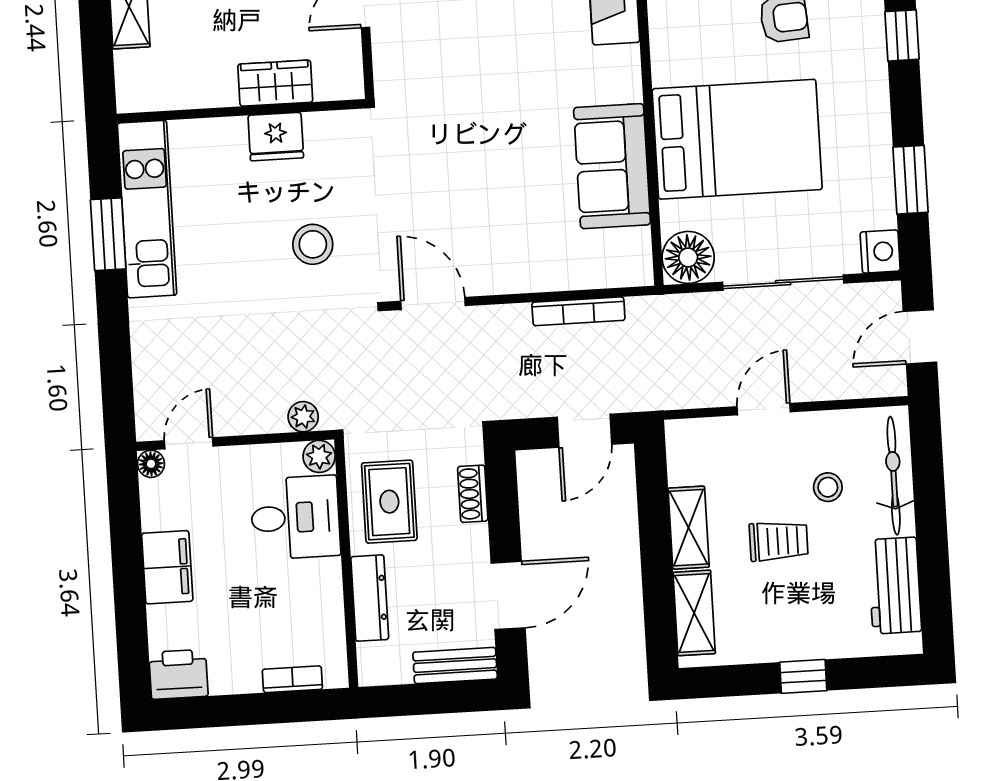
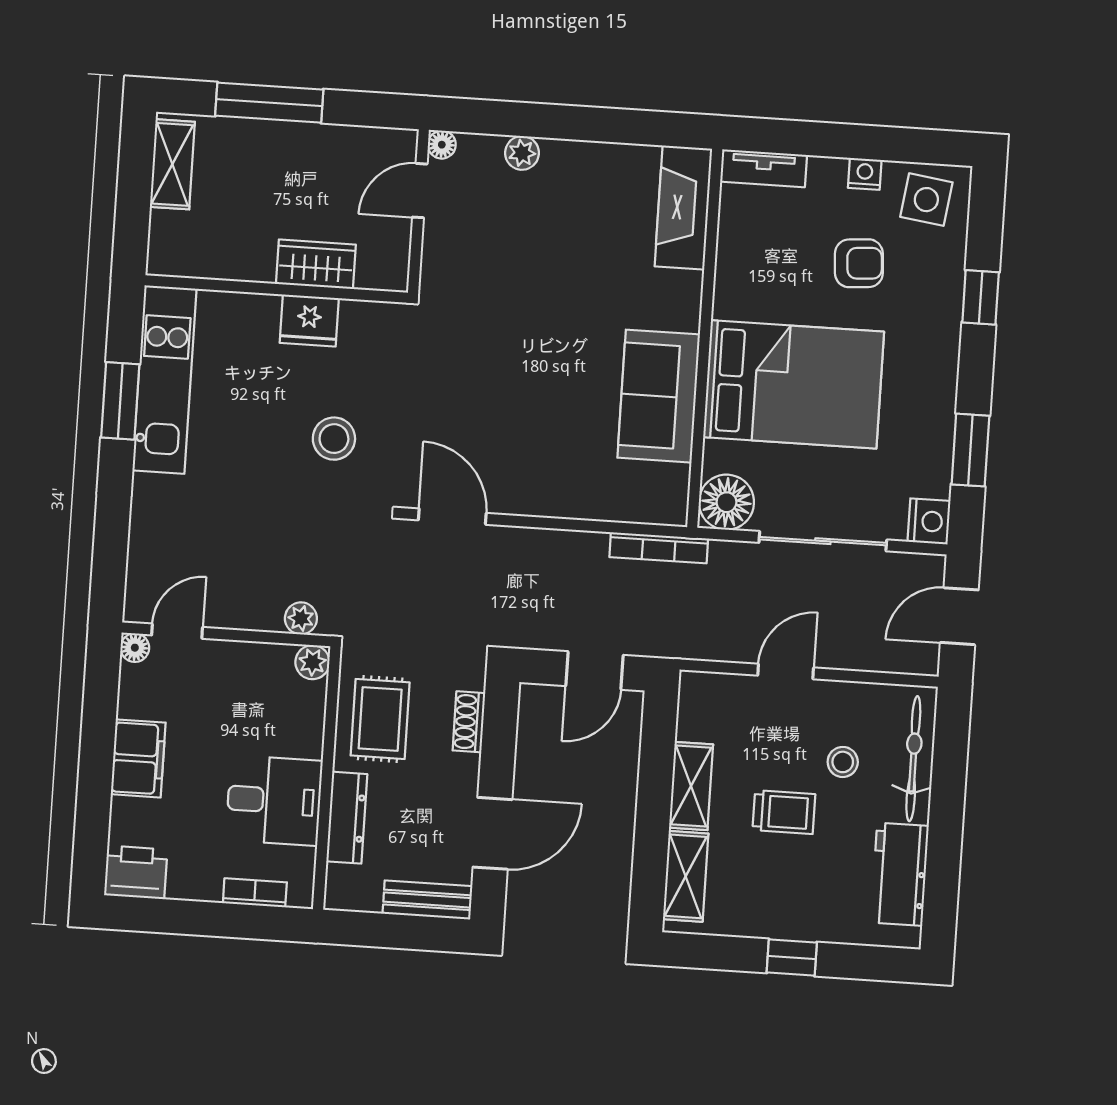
bookcase: (578, 311) -> (659, 548), moved
desk: (295, 518) -> (274, 800), moved

